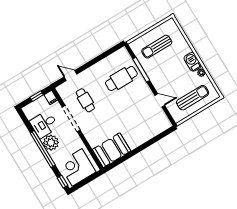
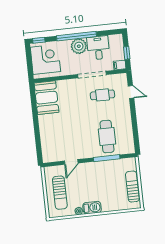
sun lounger: (157, 47) -> (132, 187), moved
door: (70, 76) -> (131, 92), hinge flipped

